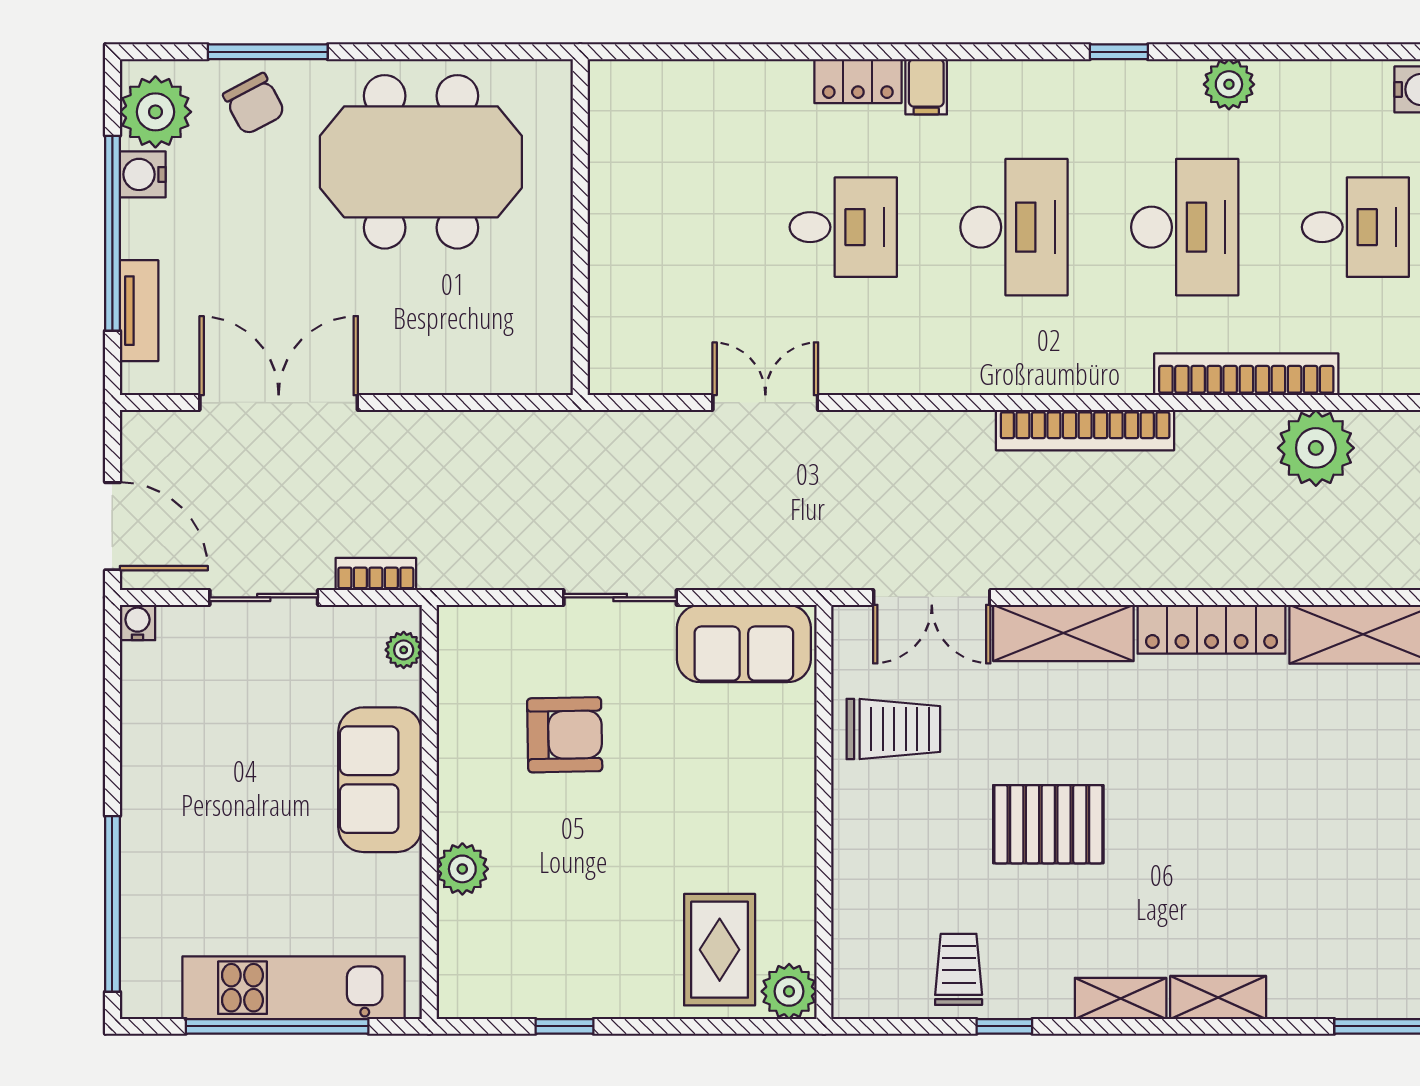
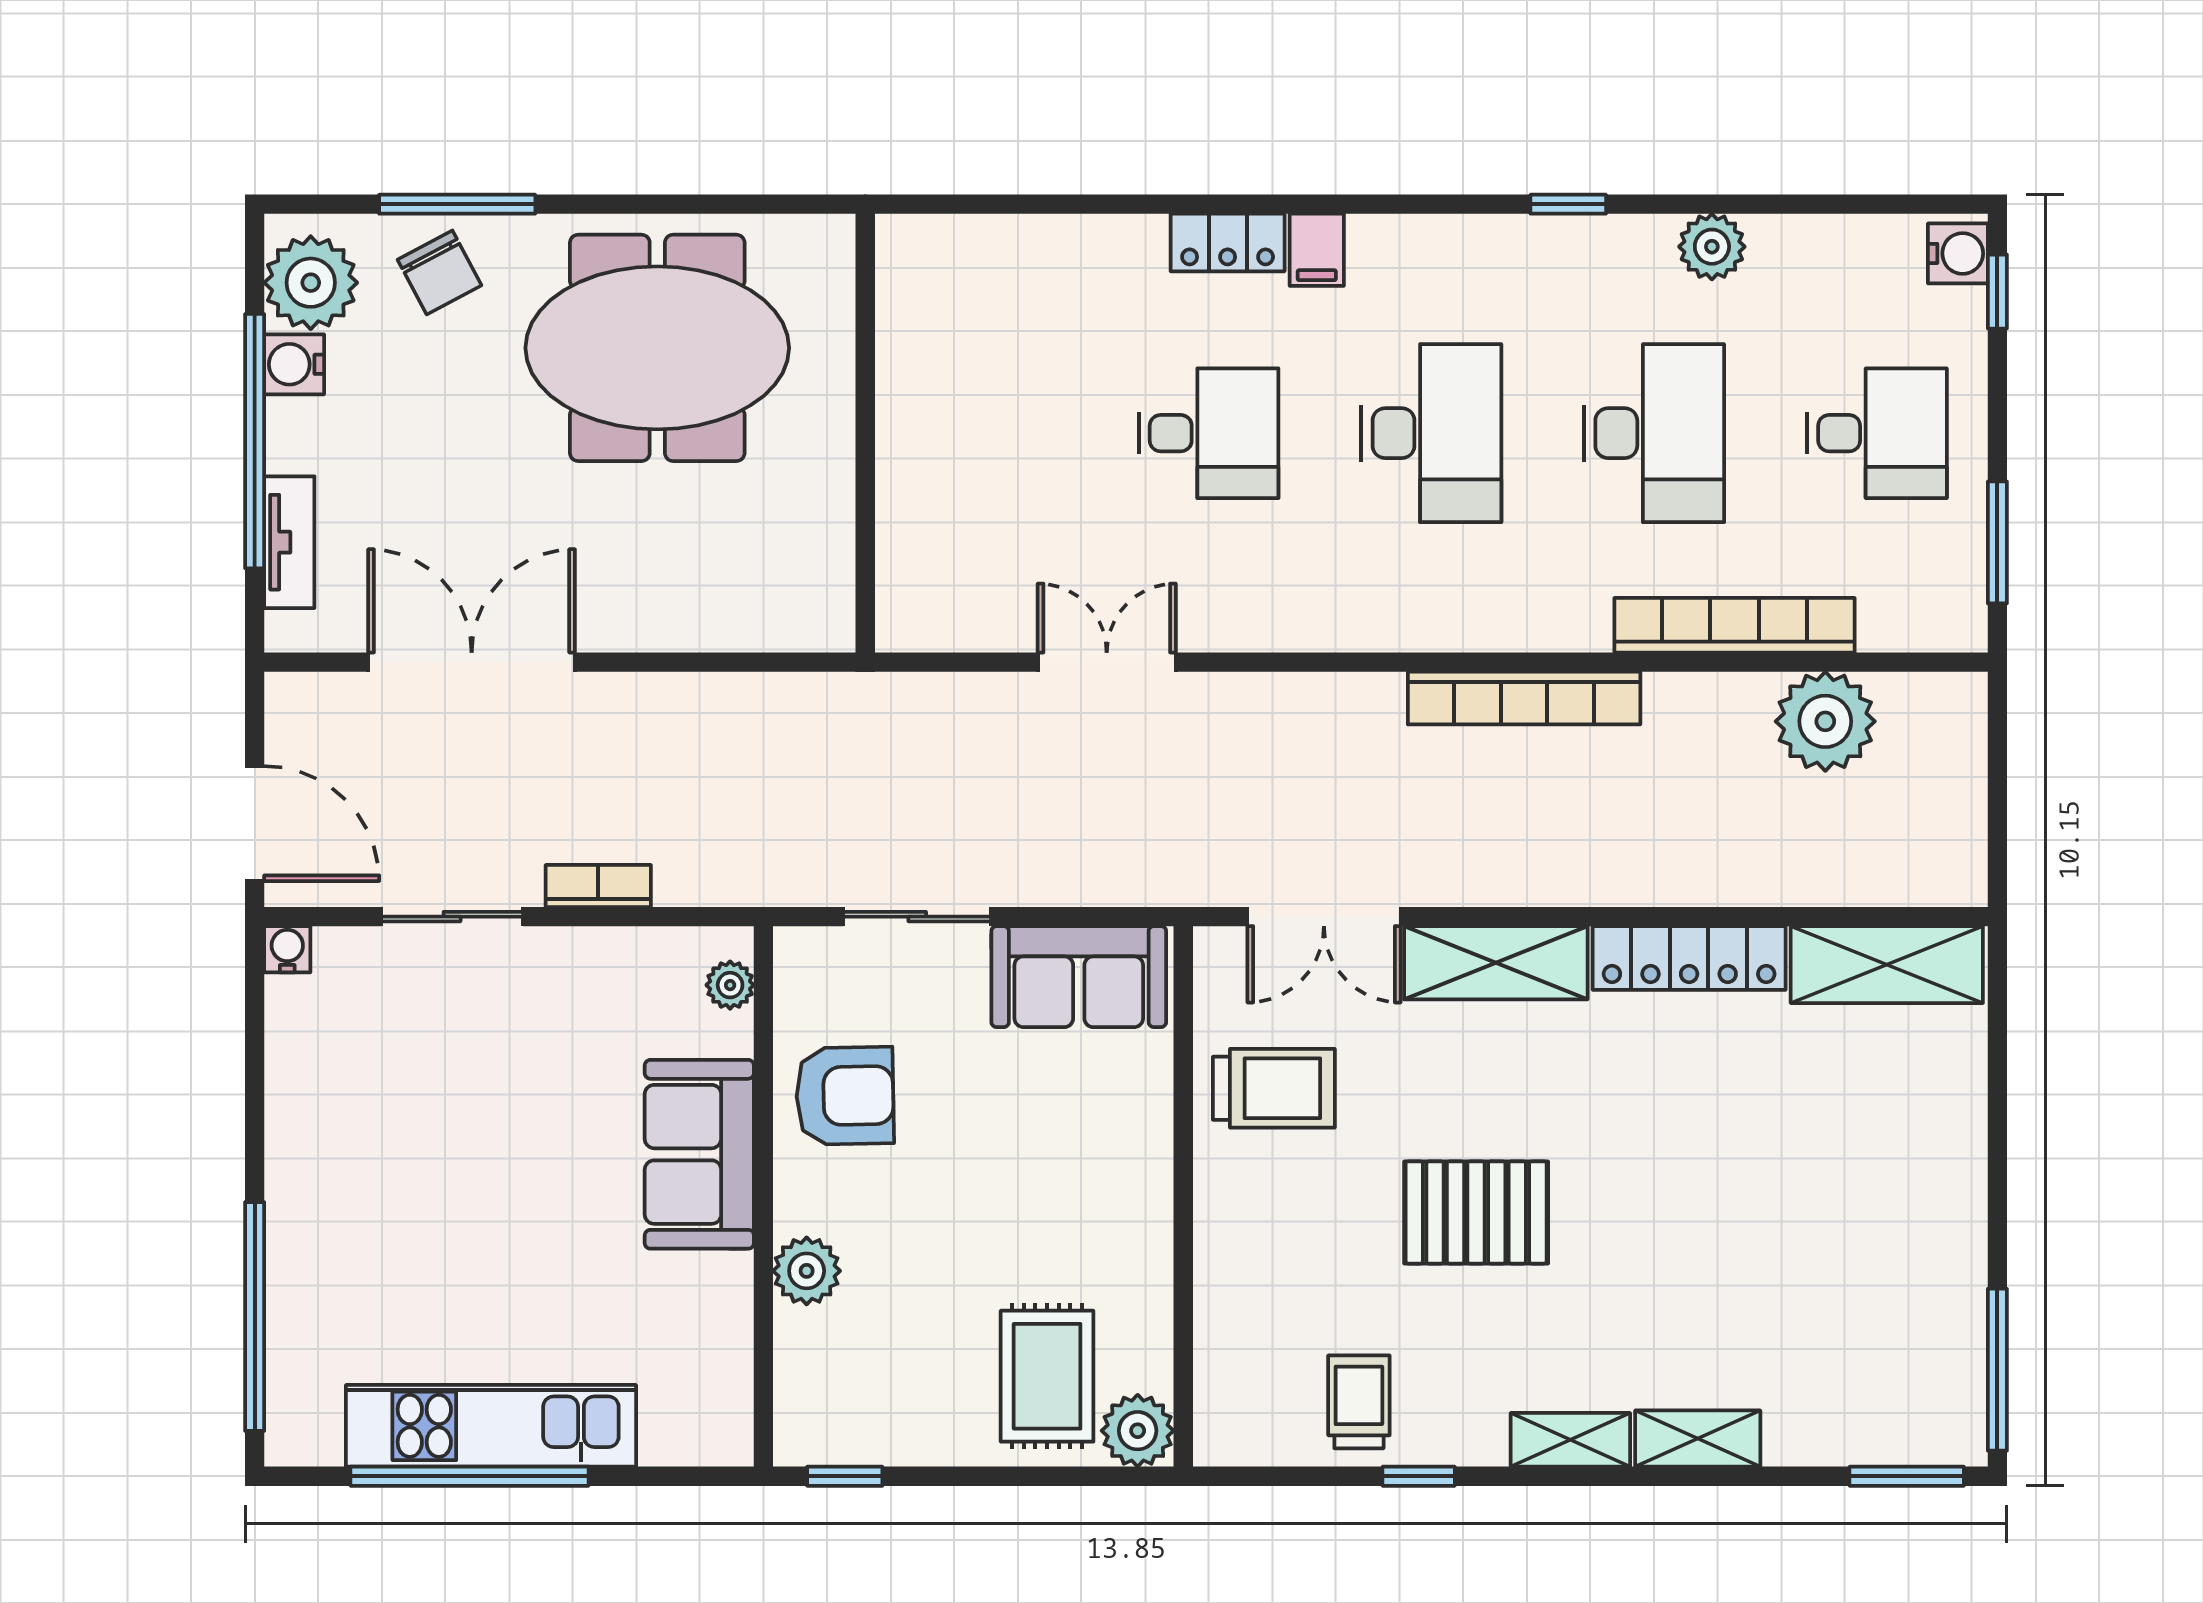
plant: (404, 650) -> (730, 985), moved
sofa: (380, 780) -> (699, 1154), moved
wall: (429, 812) -> (763, 1196), moved
plant: (462, 869) -> (807, 1271), moved

